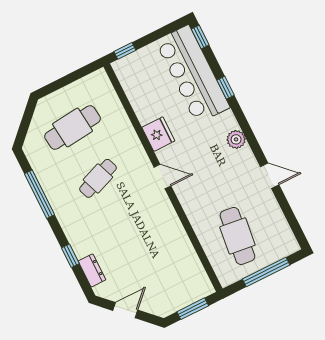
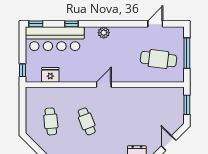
cafe table: (72, 127) -> (51, 121), width x0.73, depth x0.74
fridge: (158, 134) -> (50, 75), moved
door: (270, 176) -> (155, 24), moved

